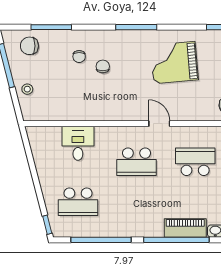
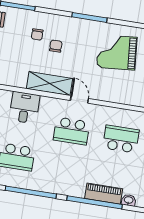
shelving: (102, 111) -> (50, 84), added
door: (159, 124) -> (79, 99), moved

